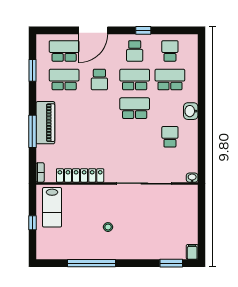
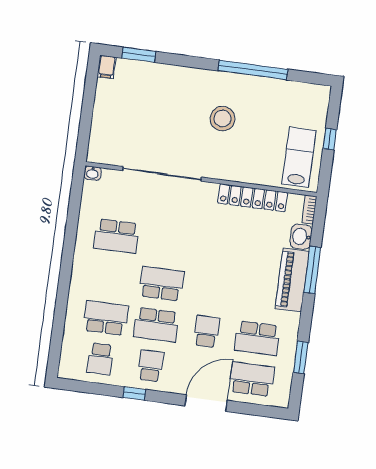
school desk: (64, 51) -> (252, 379), turned 180
school desk: (170, 80) -> (106, 318), turned 180
school desk: (135, 108) -> (162, 284), turned 180
washbasin: (191, 111) -> (301, 237), moved, turned 180
school desk: (170, 137) -> (117, 236), width x1.85
stool: (108, 227) -> (222, 119), width x1.89, depth x1.89

